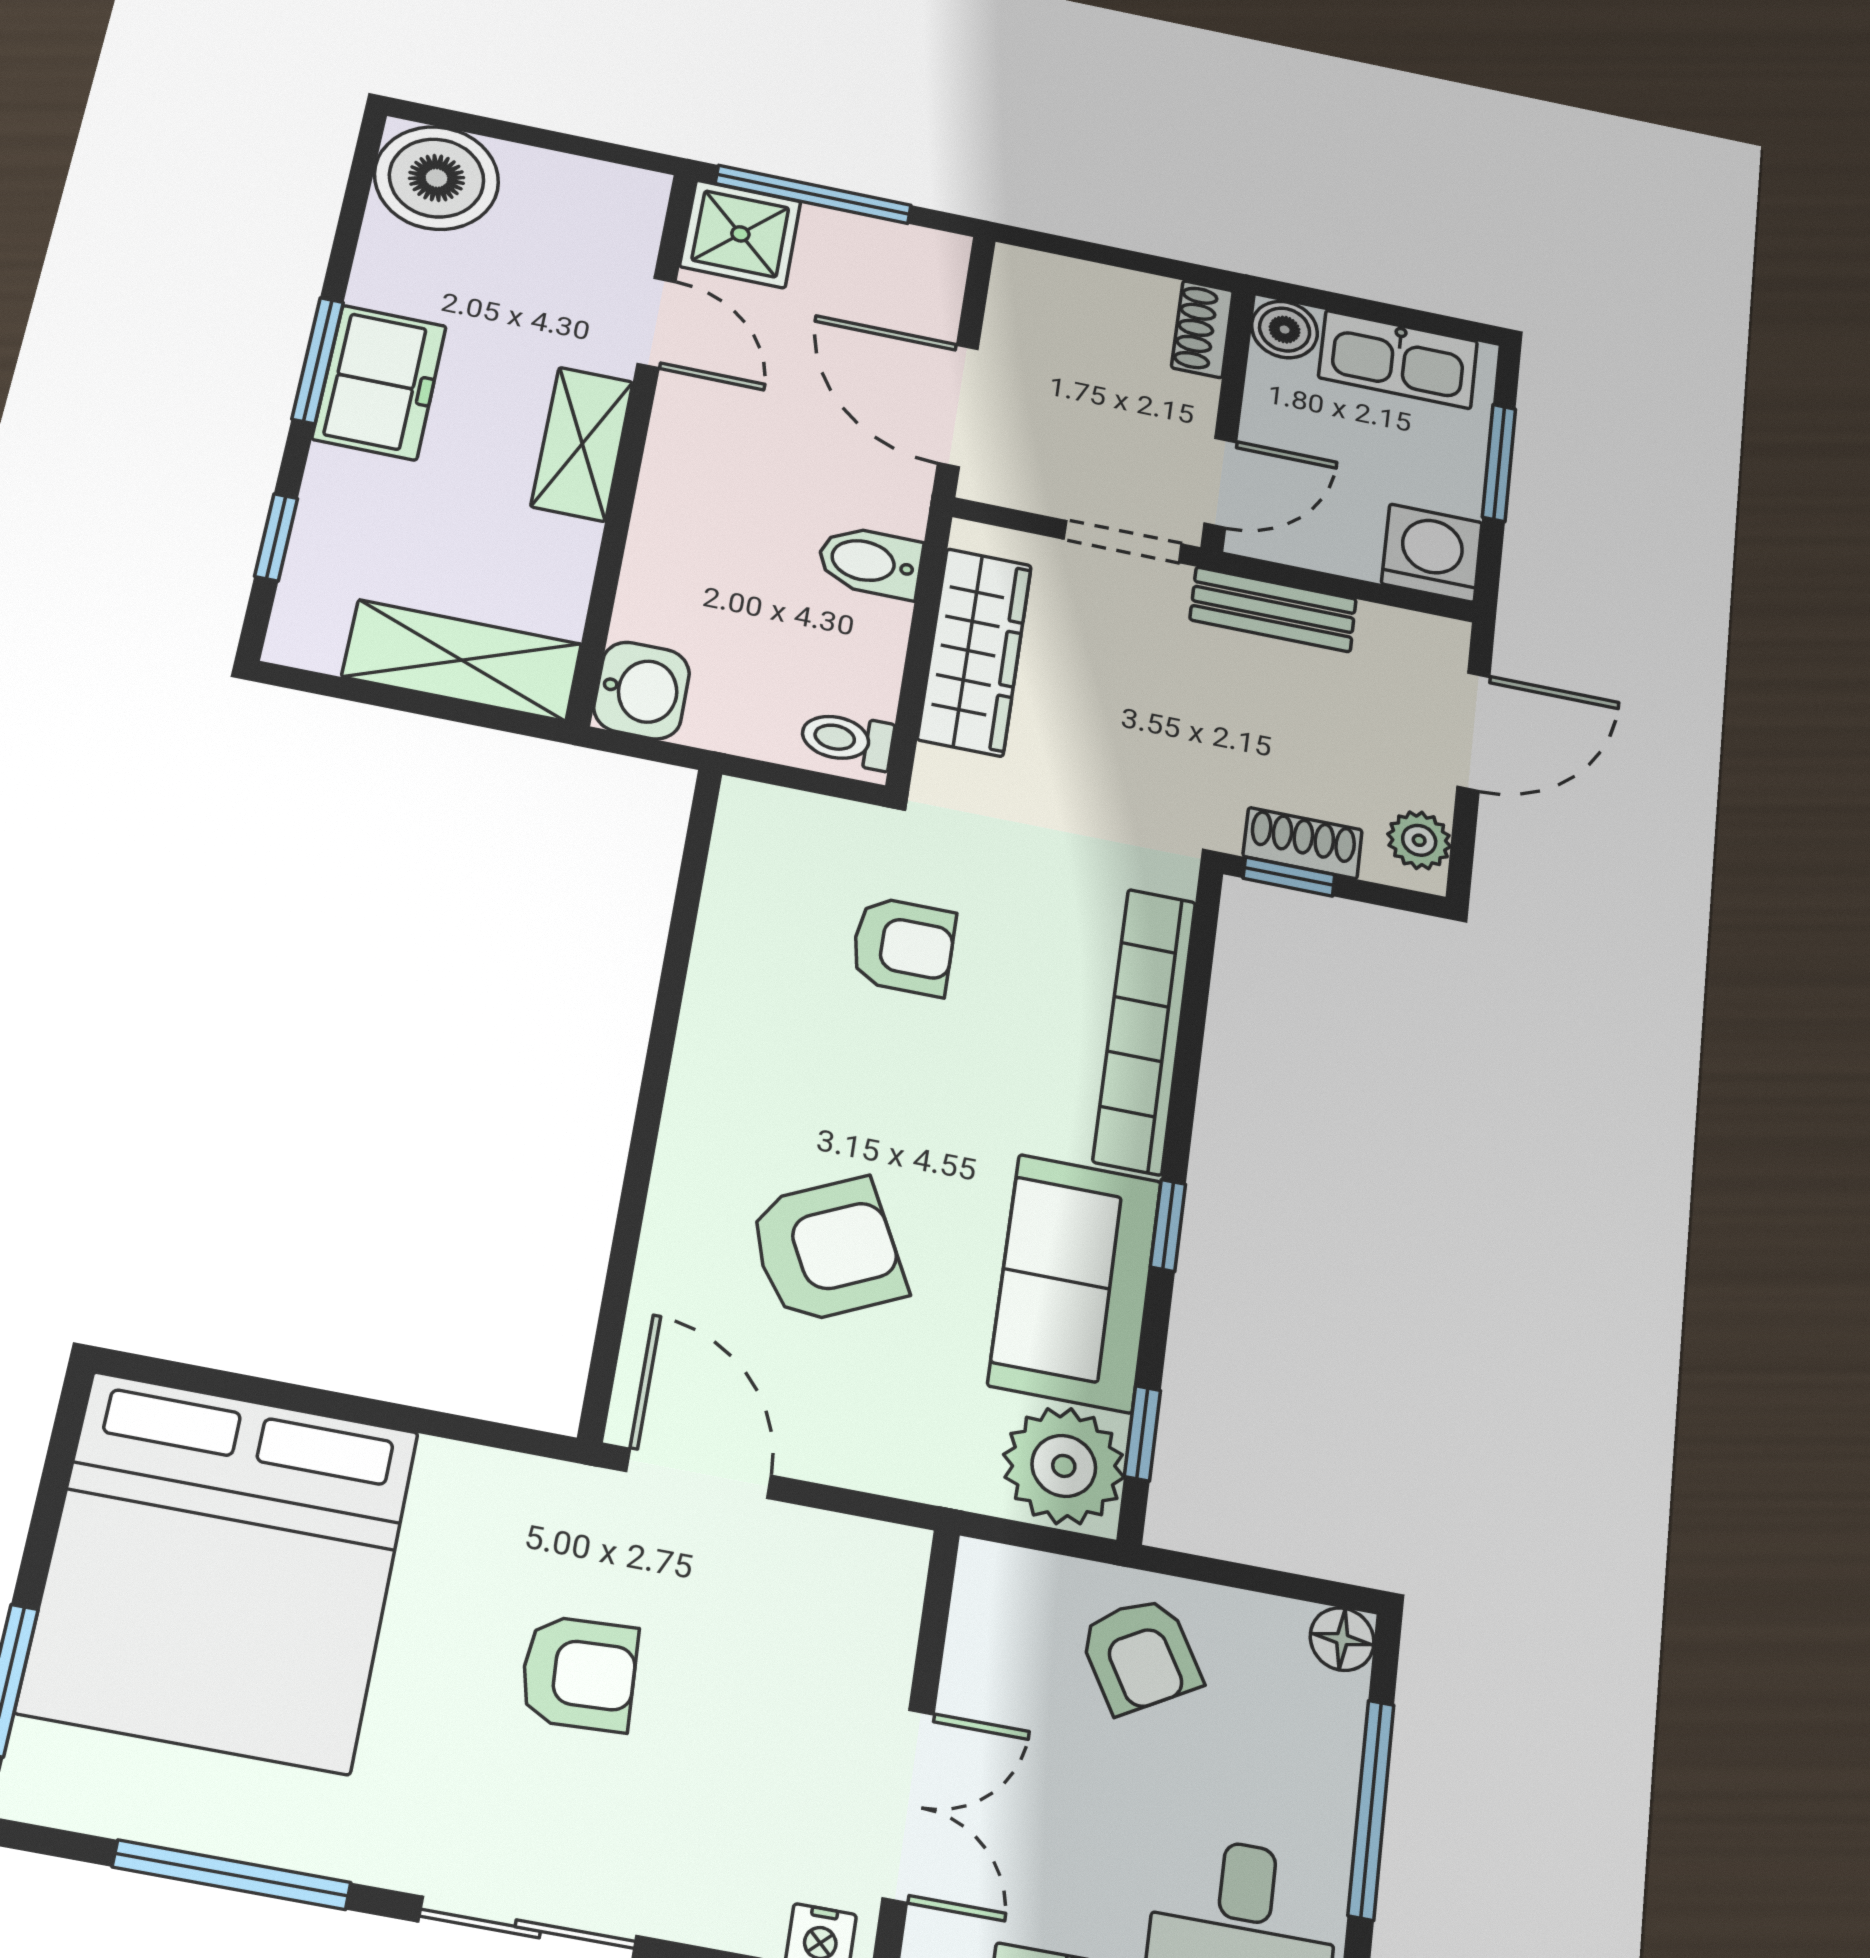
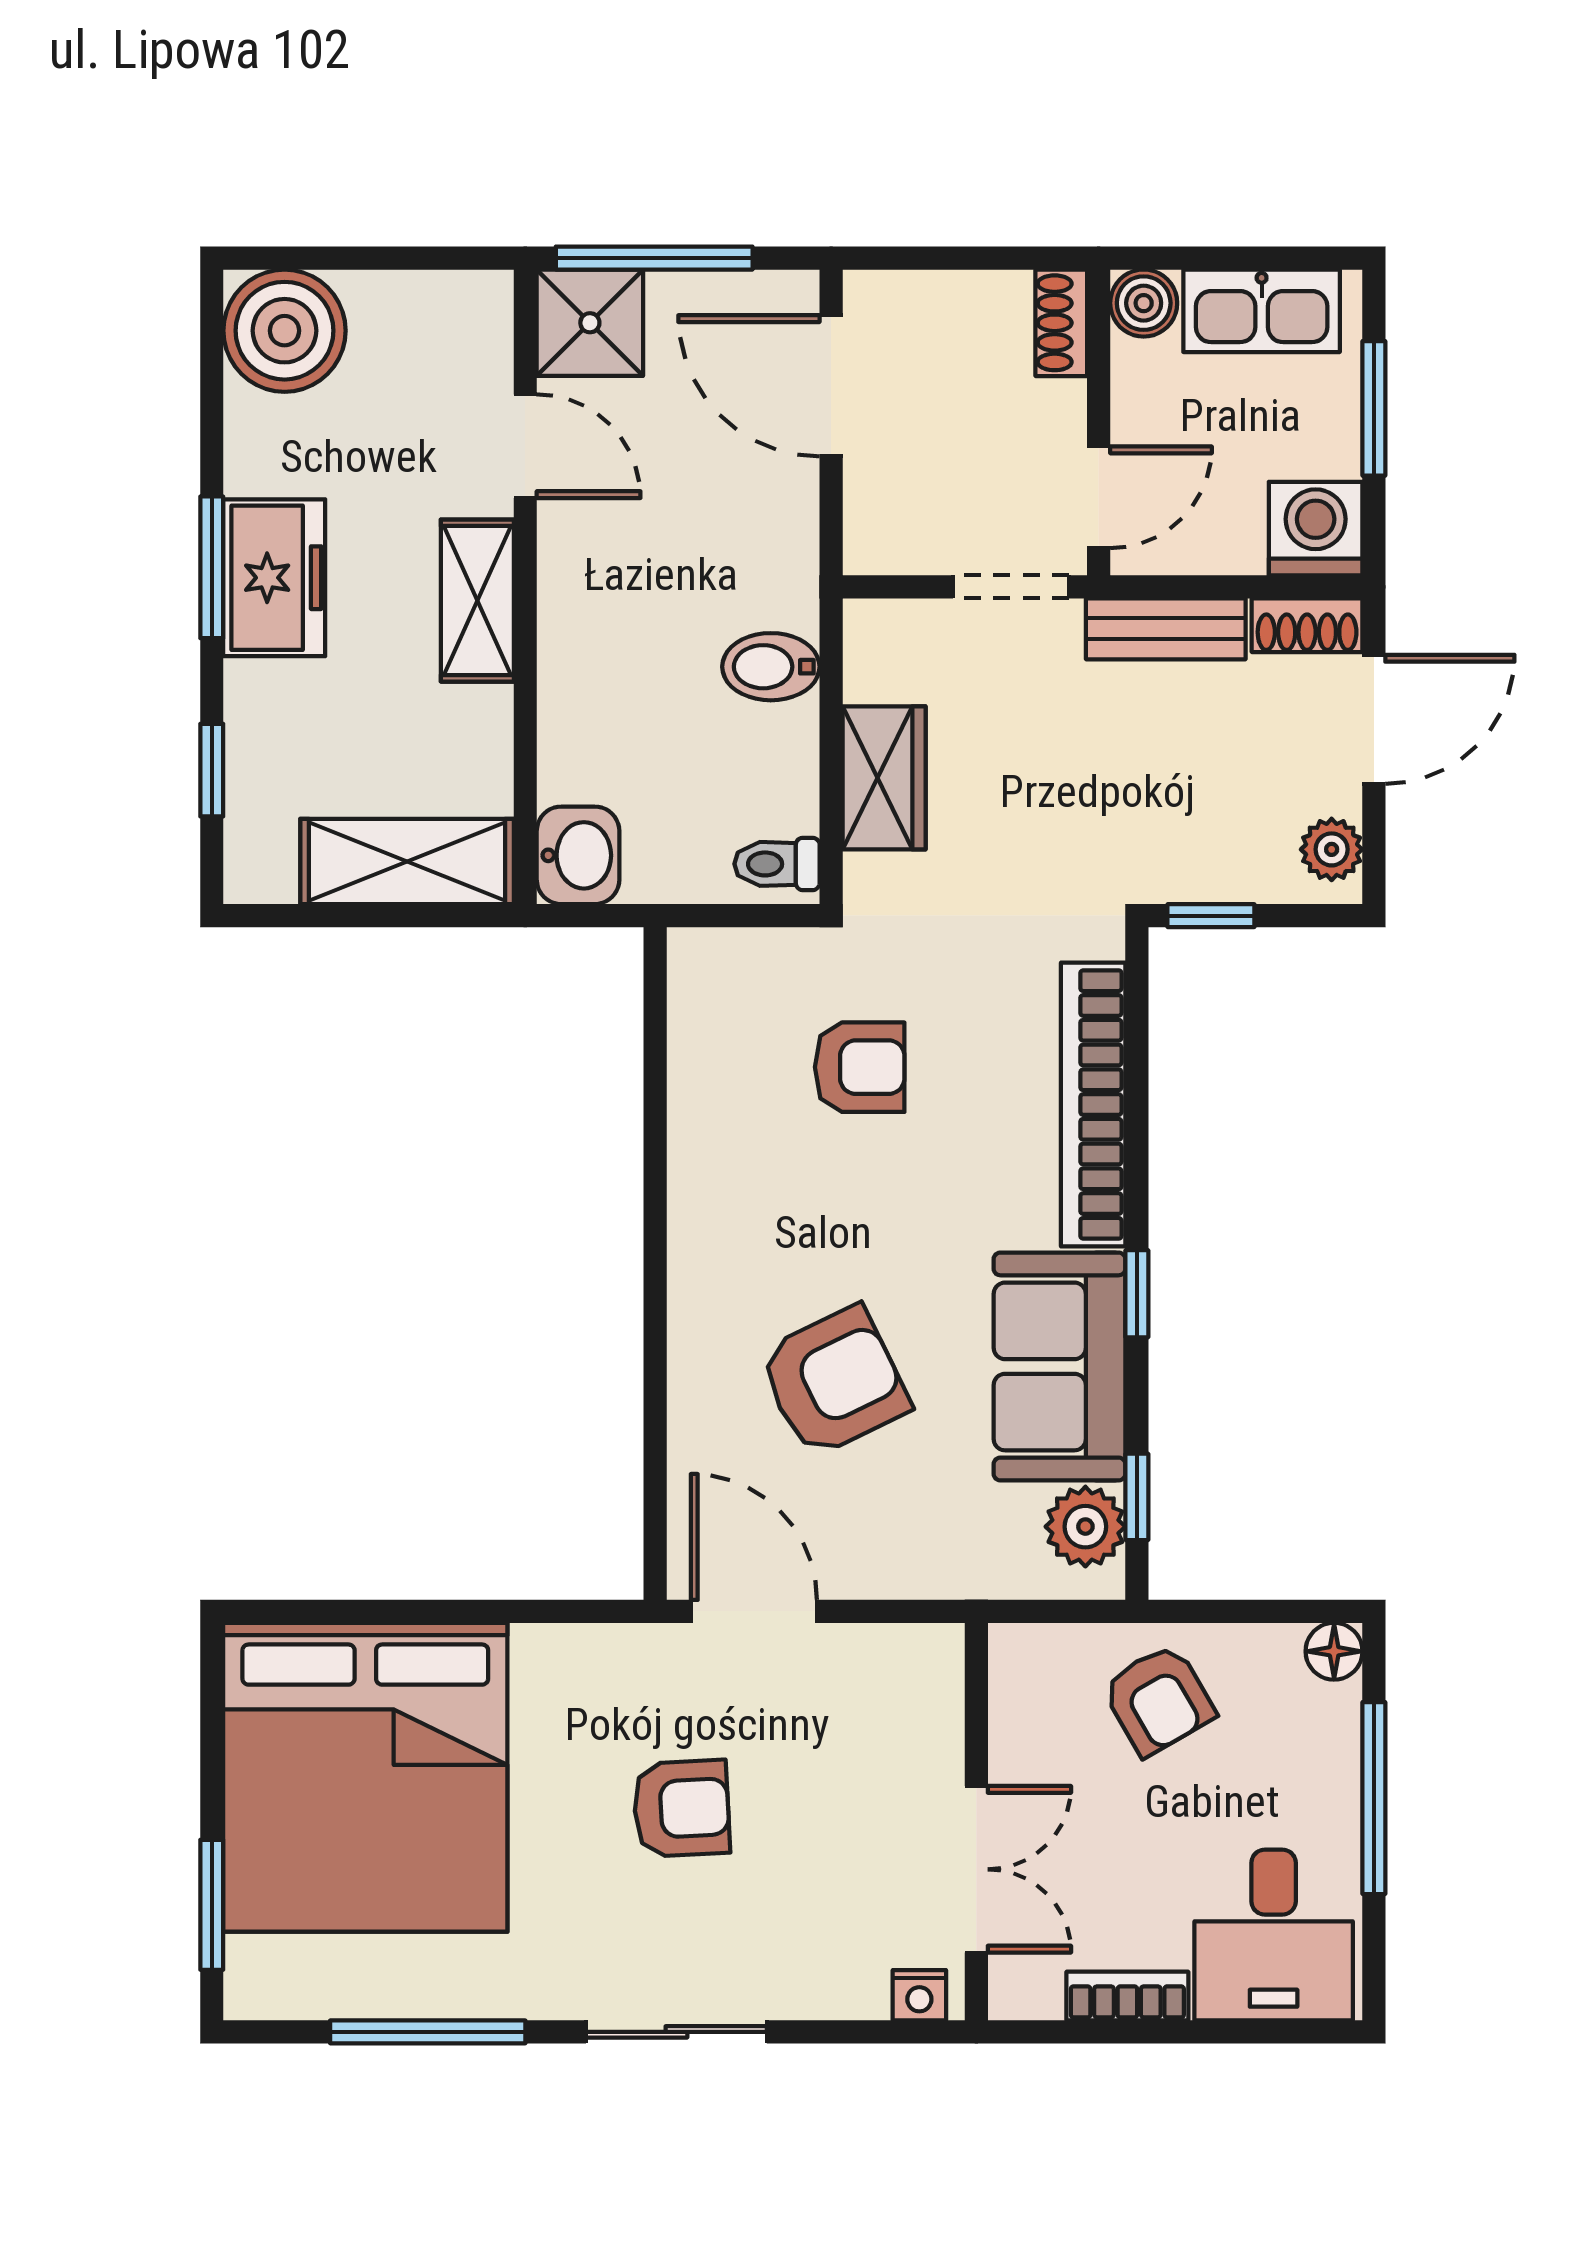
door: (958, 406) -> (831, 386), moved
wardrobe: (975, 652) -> (884, 778), width x0.67
shoe rack: (1303, 843) -> (1307, 625), moved, turned 180
plant: (1064, 1466) -> (1085, 1527), width x0.73, depth x0.73

